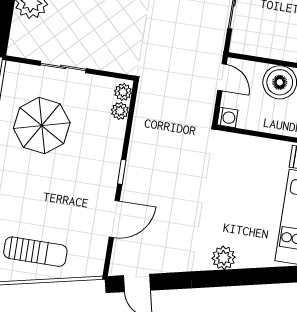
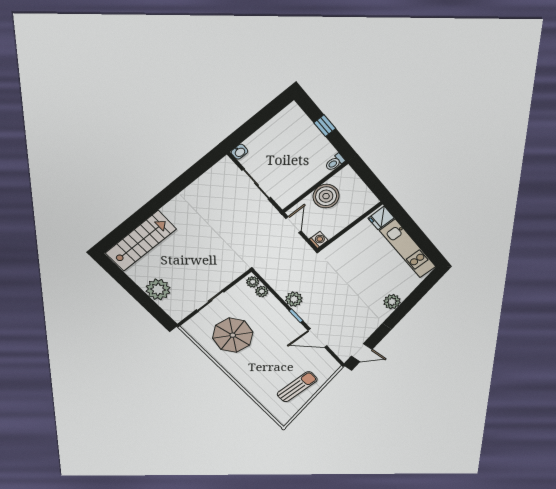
door: (222, 77) -> (293, 225), hinge flipped
plant: (139, 152) -> (294, 299), added
door: (114, 219) -> (317, 338), swing flipped

